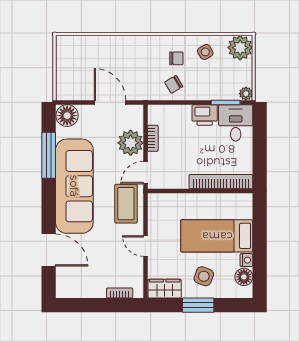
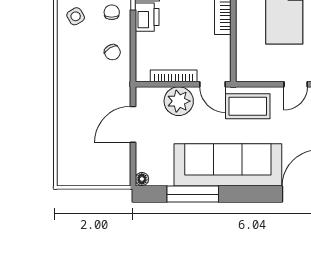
chair: (176, 58) -> (112, 12), moved
floor lamp: (67, 116) -> (142, 179), width x0.53, depth x0.53
bookcase: (153, 138) -> (174, 76), width x1.56

